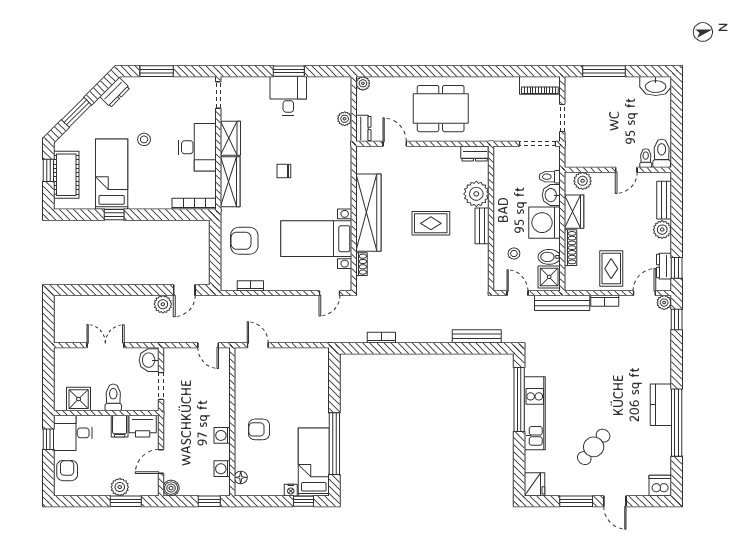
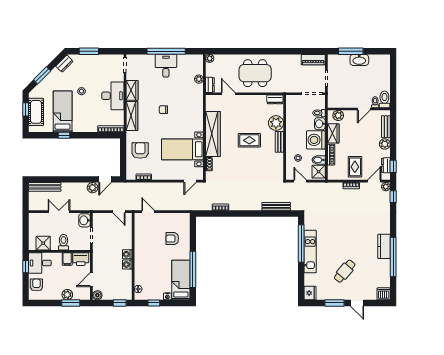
window: (289, 71) -> (166, 51), width x2.11
washbasin: (656, 86) -> (359, 60), moved
armchair: (244, 241) -> (140, 151), turned 90
bench: (562, 303) -> (45, 187), moved
armchair: (259, 429) -> (172, 239), moved
washing machine: (222, 469) -> (127, 254), moved
window: (303, 501) -> (154, 303), moved

